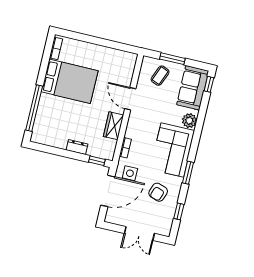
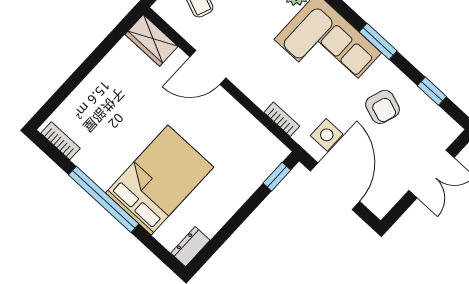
bed: (70, 81) -> (160, 180), moved
window: (34, 108) -> (104, 199), moved
wardrobe: (114, 126) -> (151, 40), moved
dresser: (77, 147) -> (190, 247), moved

